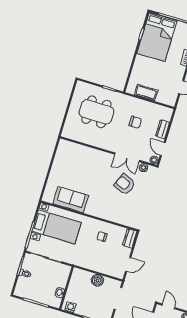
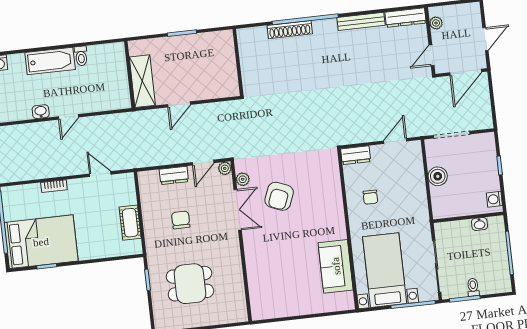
dining table: (96, 112) -> (190, 284), width x0.73
door: (128, 265) -> (395, 141), hinge flipped

